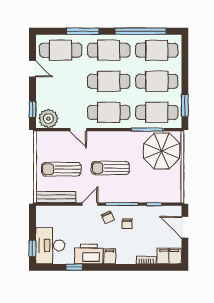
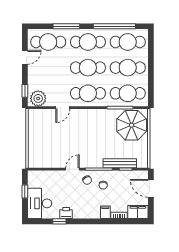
door: (32, 69) -> (25, 57), hinge flipped
window: (185, 105) -> (151, 87), removed
door: (78, 130) -> (63, 108), hinge flipped
sun lounger: (110, 168) -> (89, 139), removed
sun lounger: (61, 169) -> (49, 140), removed
bench: (56, 197) -> (120, 163), moved
window: (32, 248) -> (25, 191), moved
printer: (89, 254) -> (66, 213), width x0.53, depth x0.68
filing cabinet: (110, 256) -> (105, 212), moved

